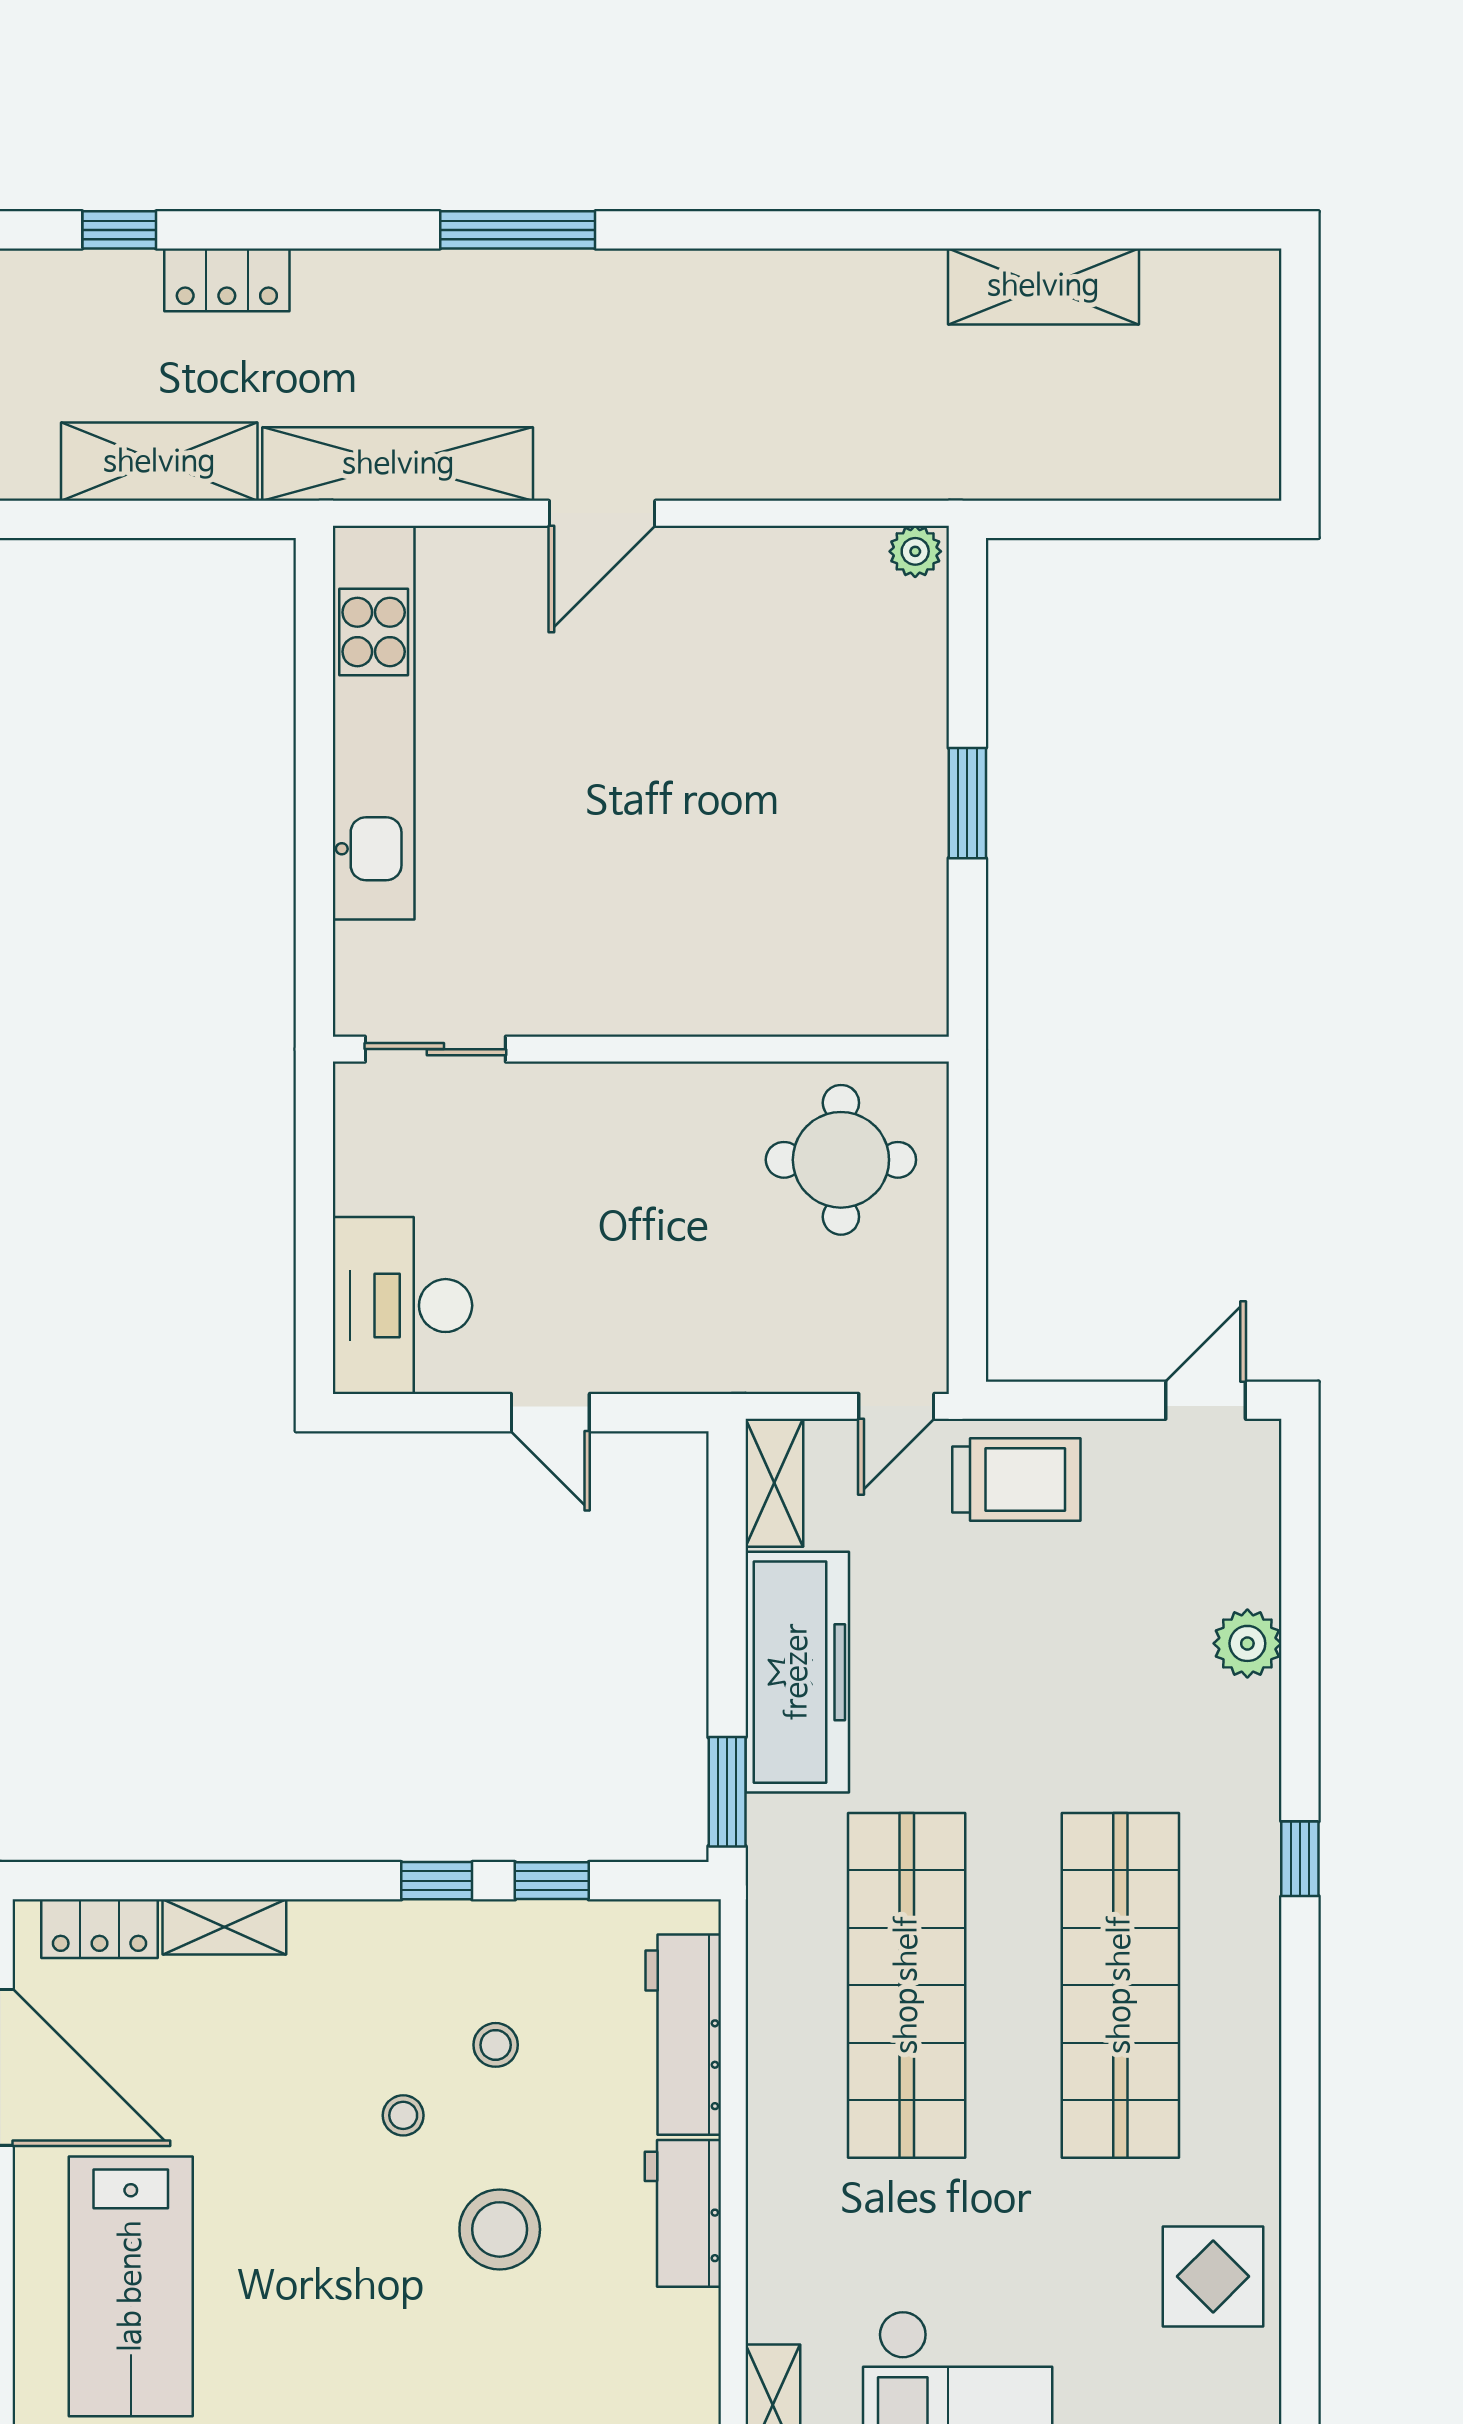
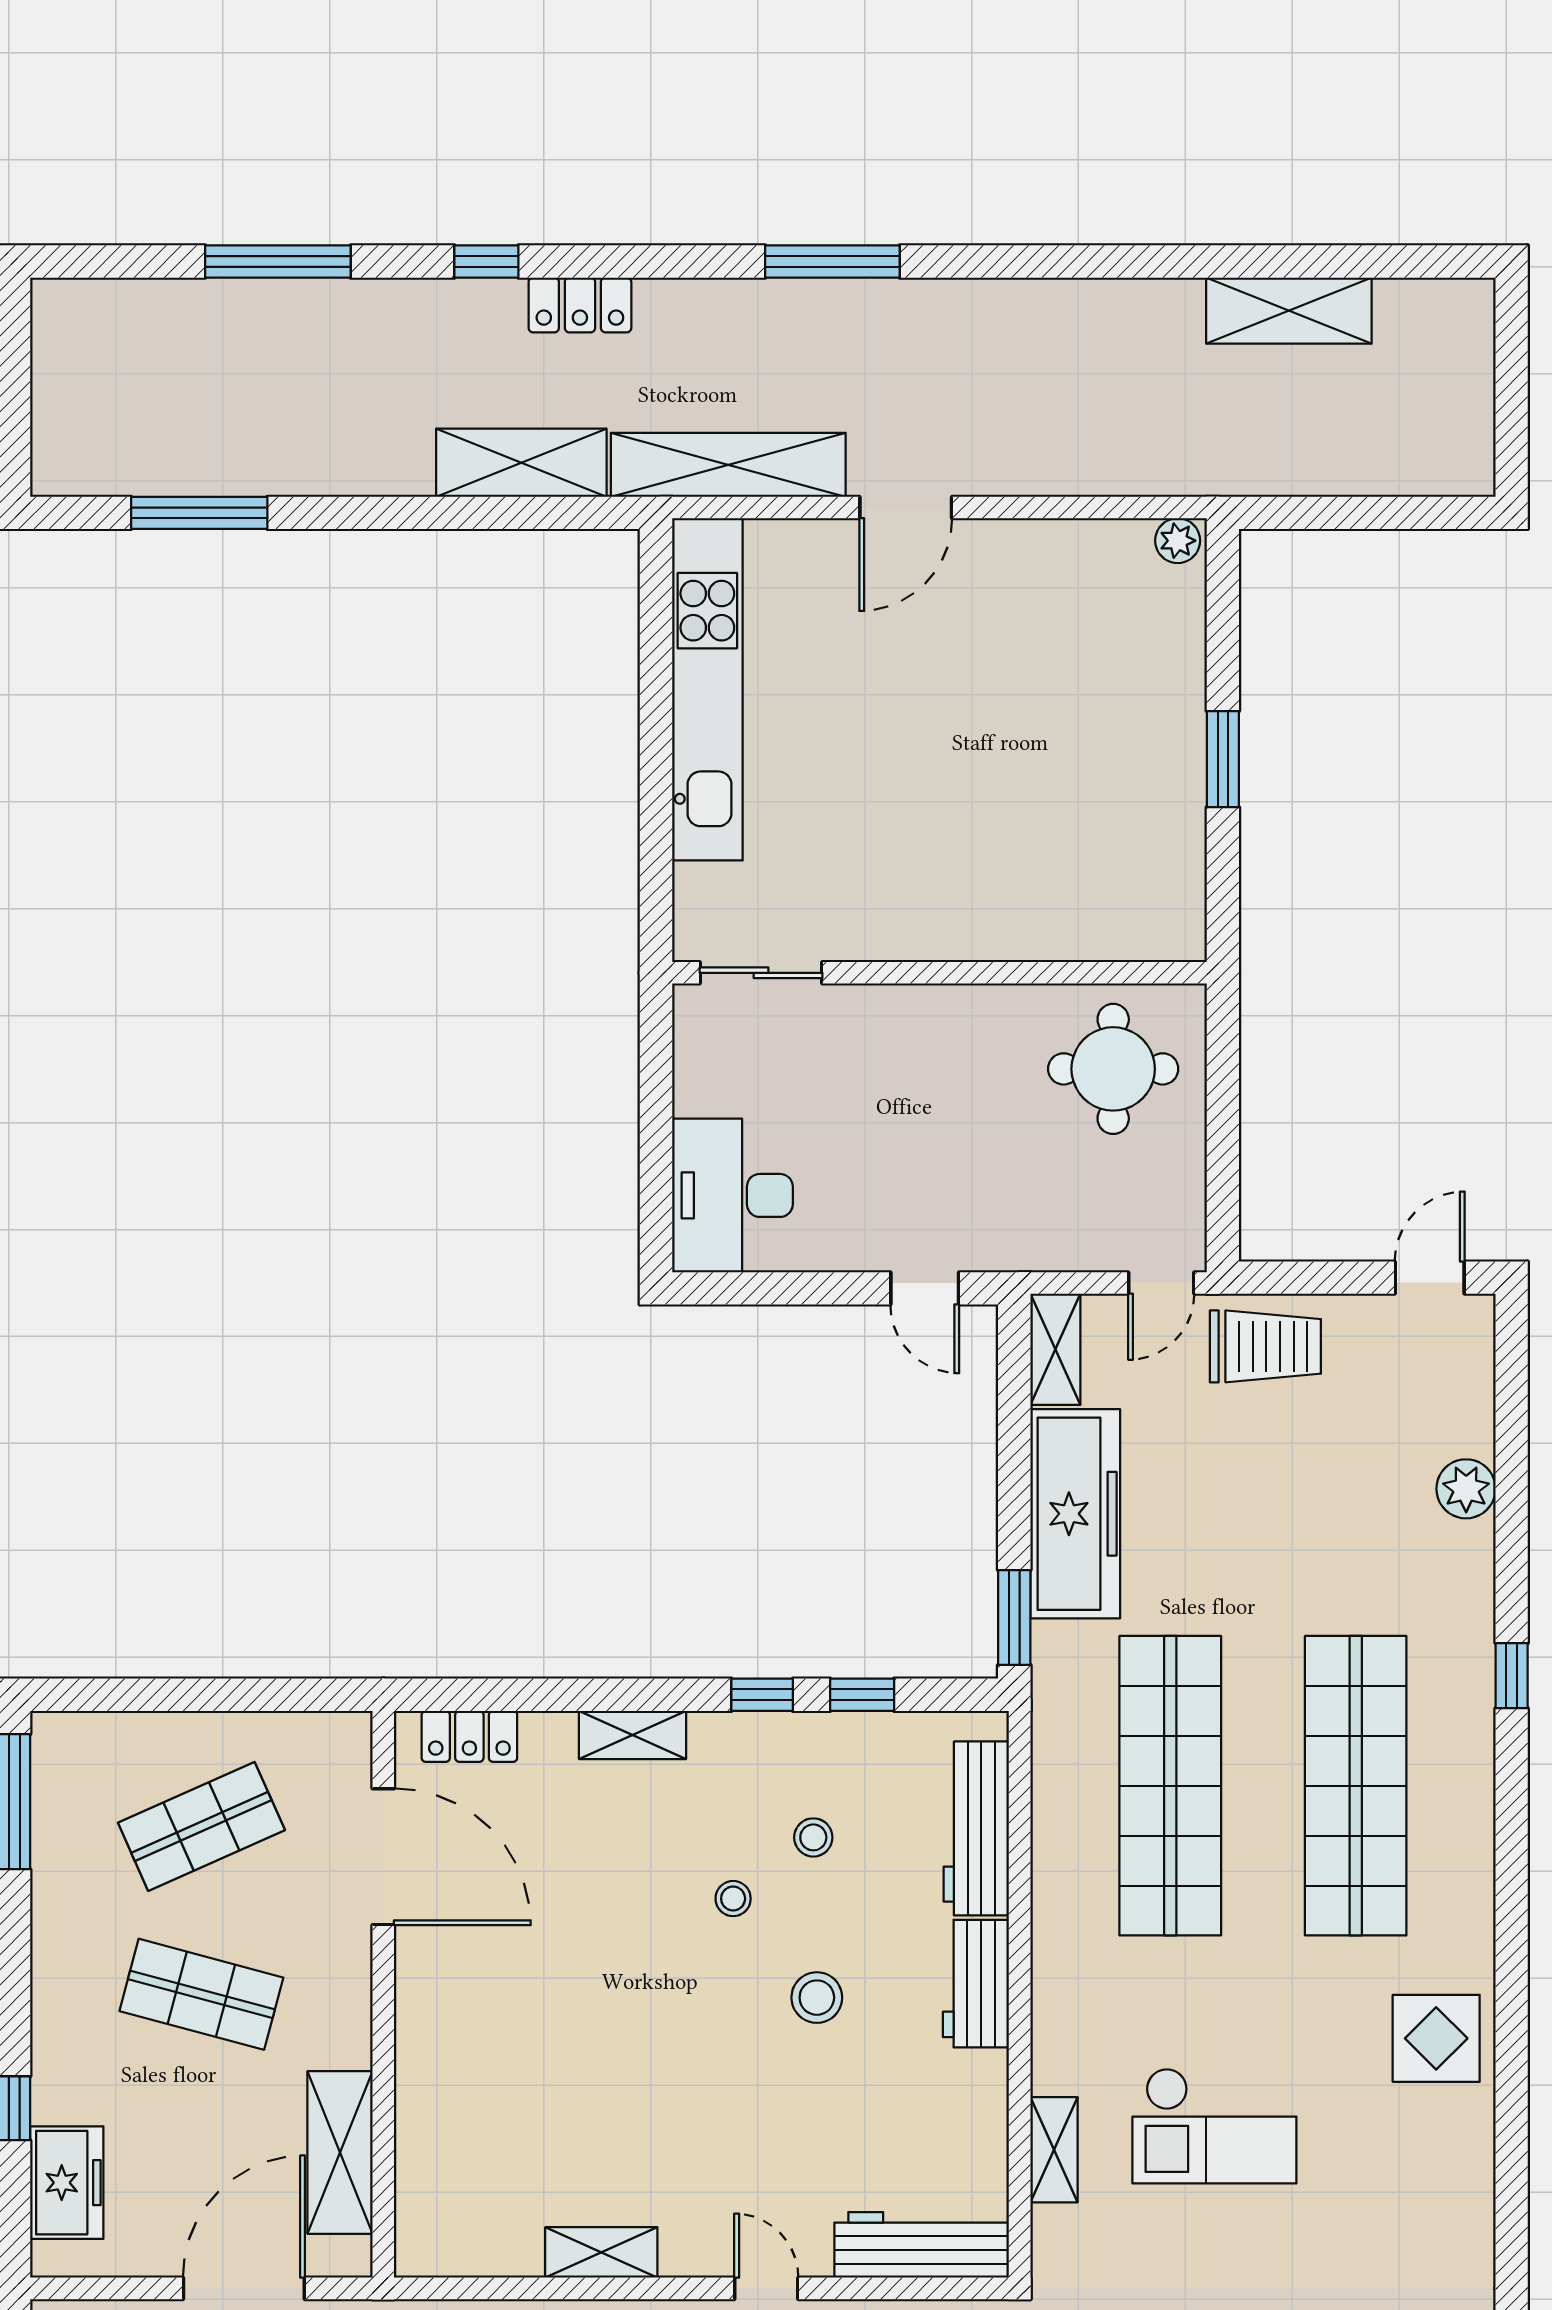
door: (550, 1413) -> (925, 1288), moved
shelving: (224, 1927) -> (633, 1735), moved
stool: (500, 2229) -> (817, 1998), width x0.73, depth x0.73
lab bench: (131, 2286) -> (497, 2047), removed

